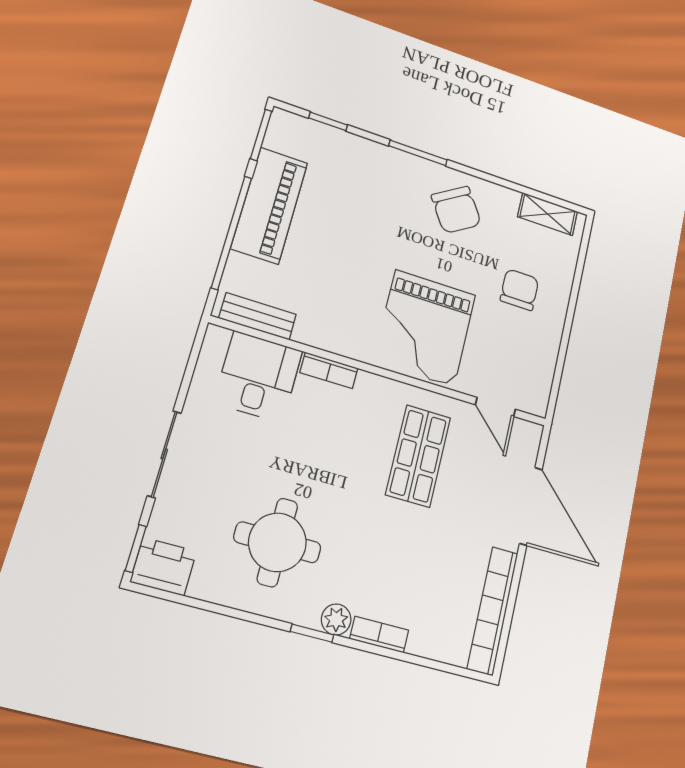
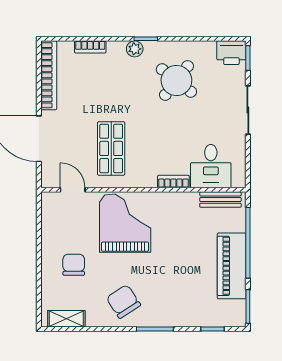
chair: (519, 290) -> (74, 265), turned 180
round table: (277, 542) -> (176, 81), turned 38
bookcase: (379, 634) -> (90, 47), moved

